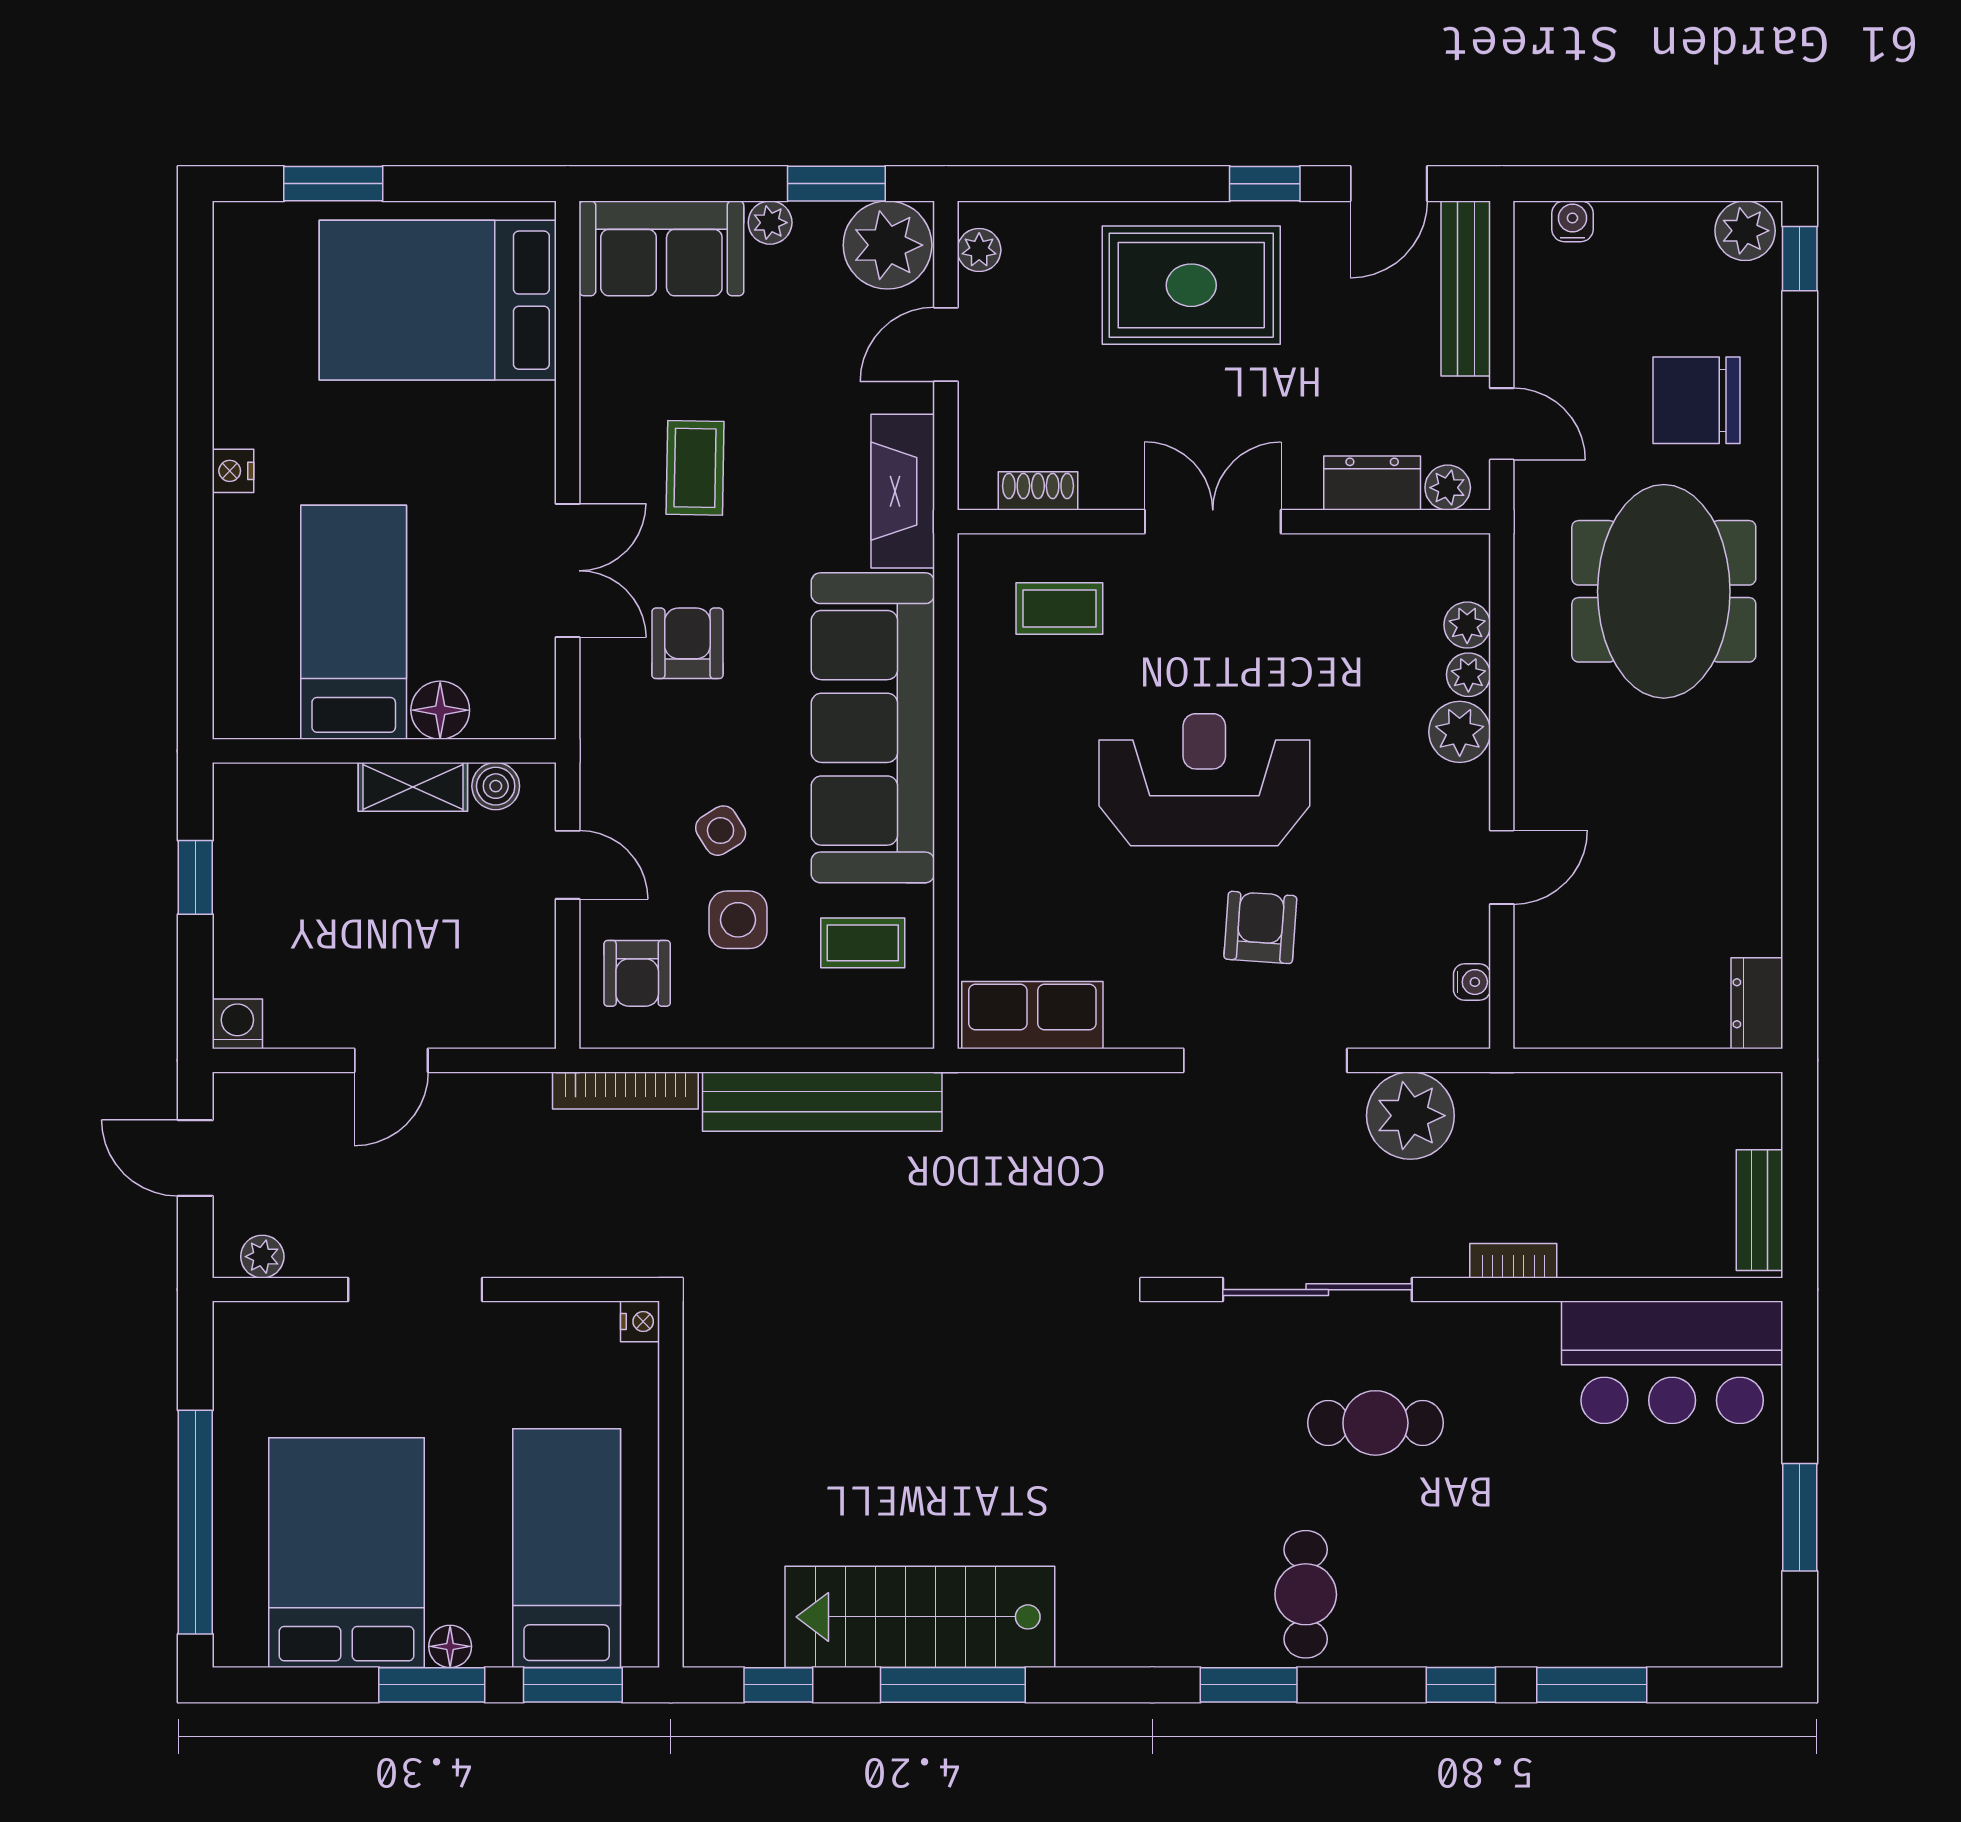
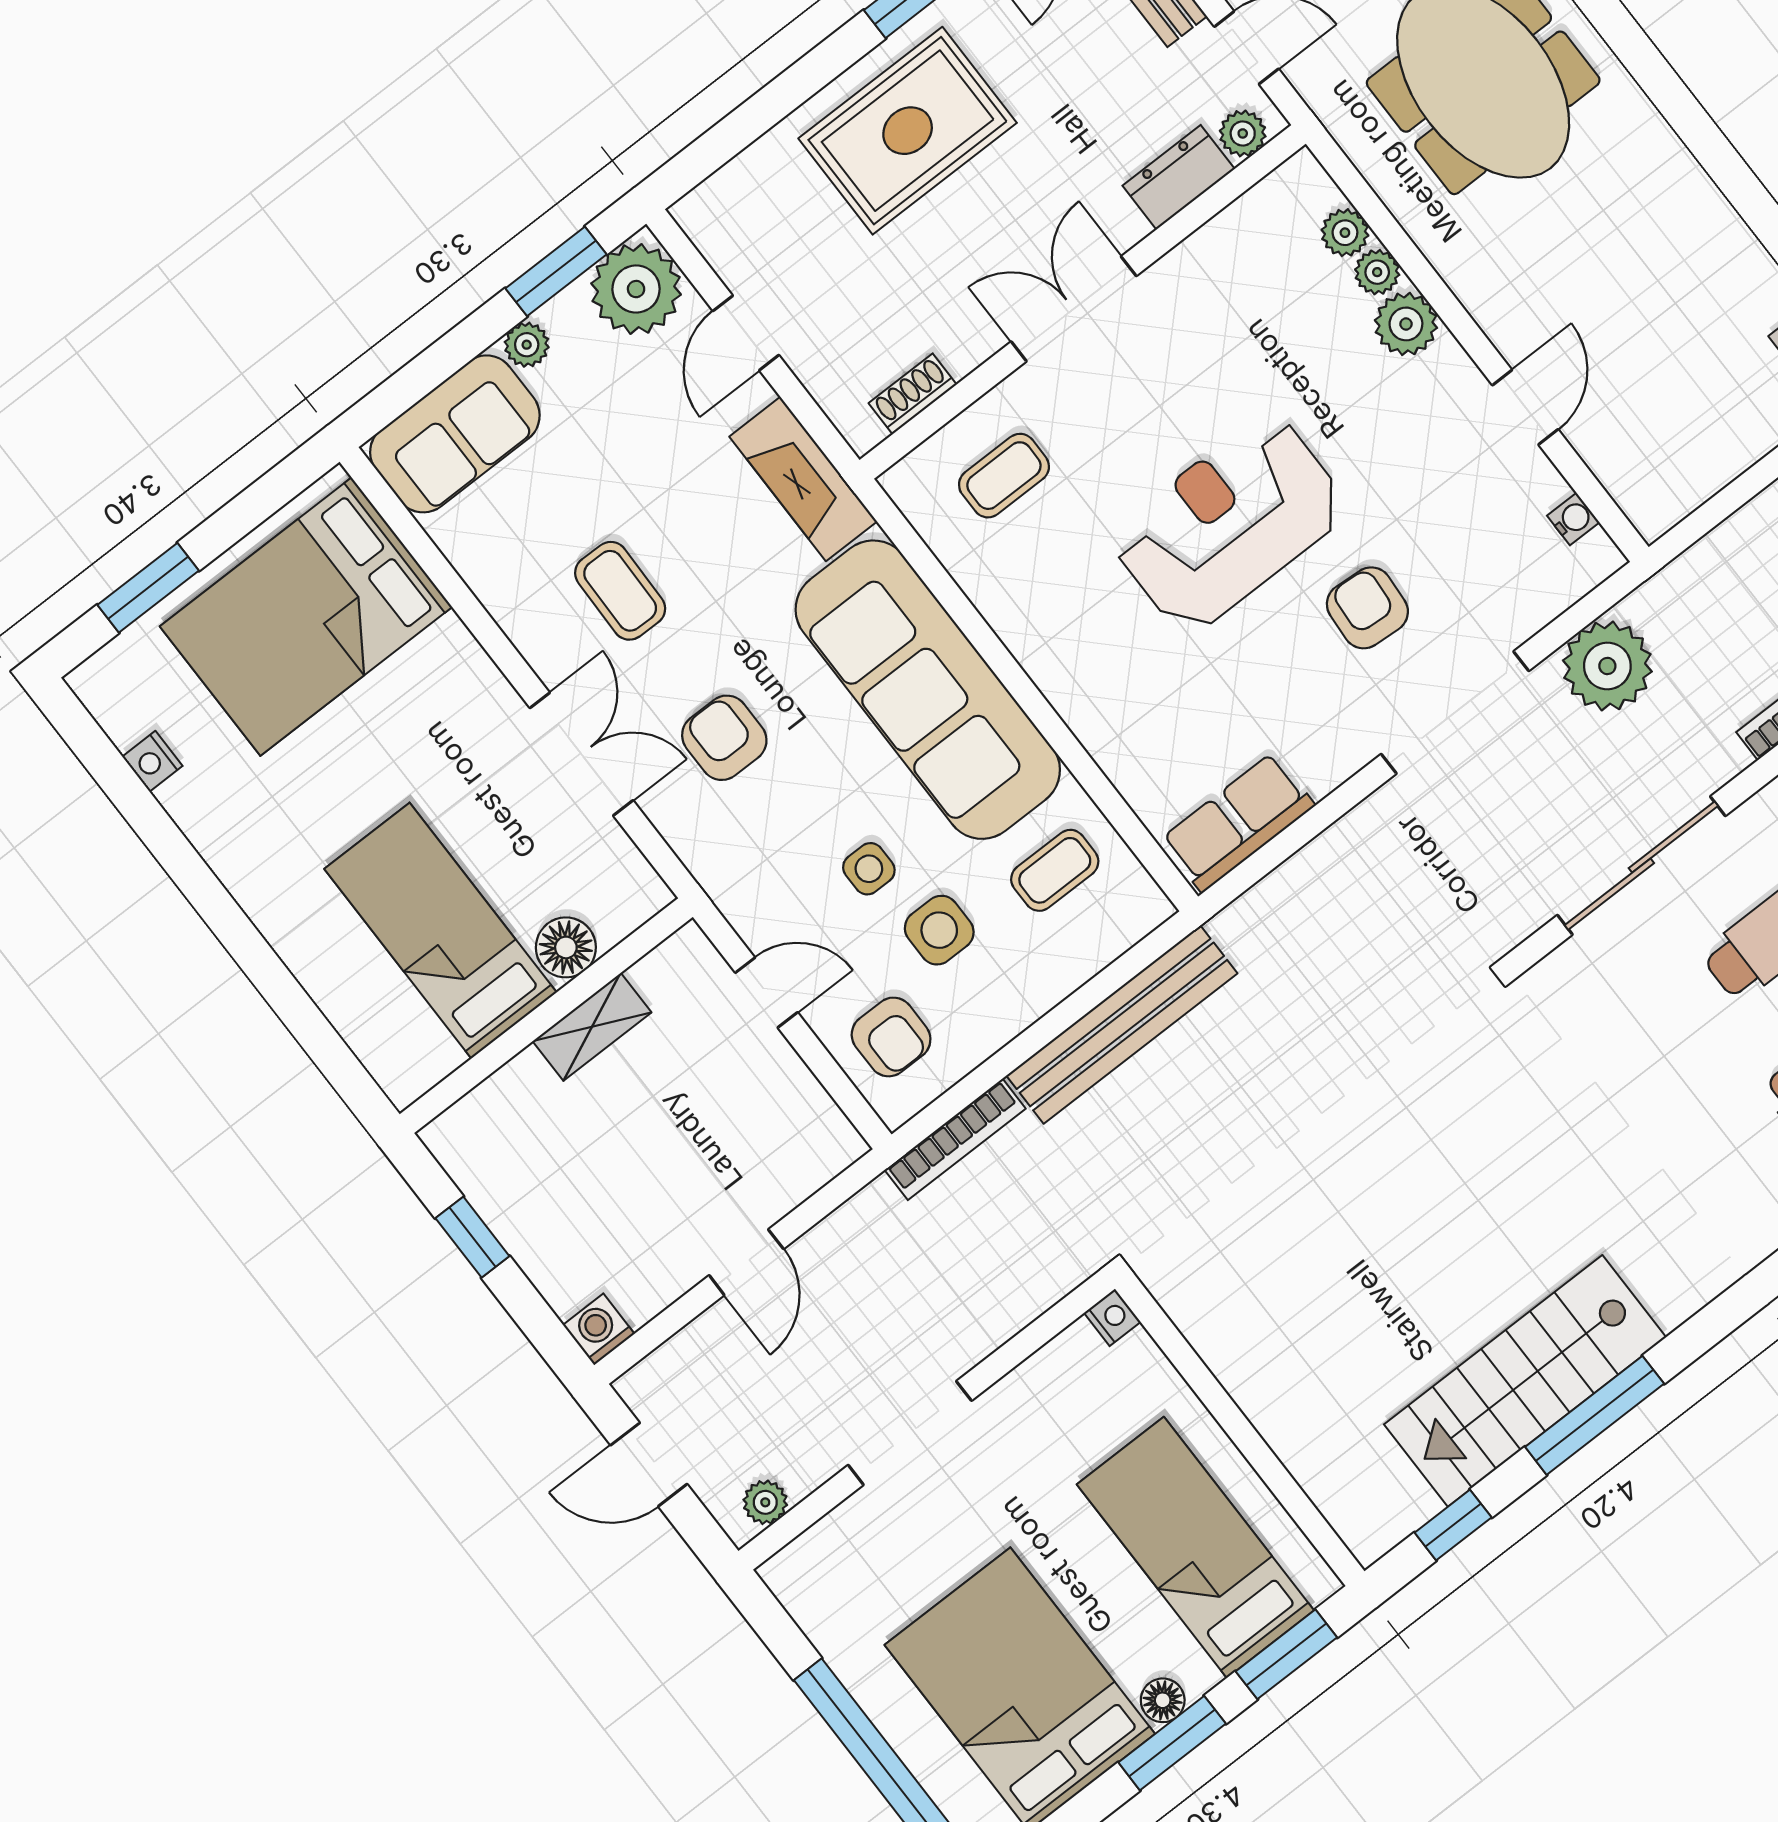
plant: (979, 250) -> (713, 236), removed
nightstand: (233, 471) -> (152, 761), moved
boiler: (496, 786) -> (659, 974), removed
side table: (721, 831) -> (869, 869), turned 32

